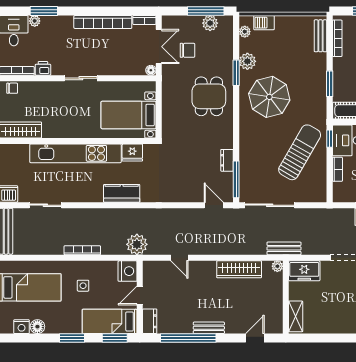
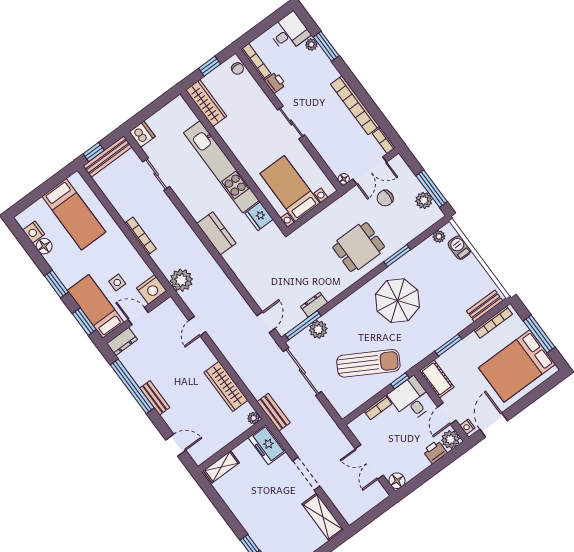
chair: (187, 50) -> (385, 198), turned 90
plant: (247, 61) -> (318, 329), moved
side table: (83, 286) -> (117, 283), moved

